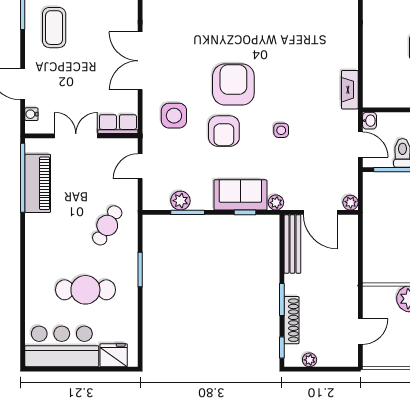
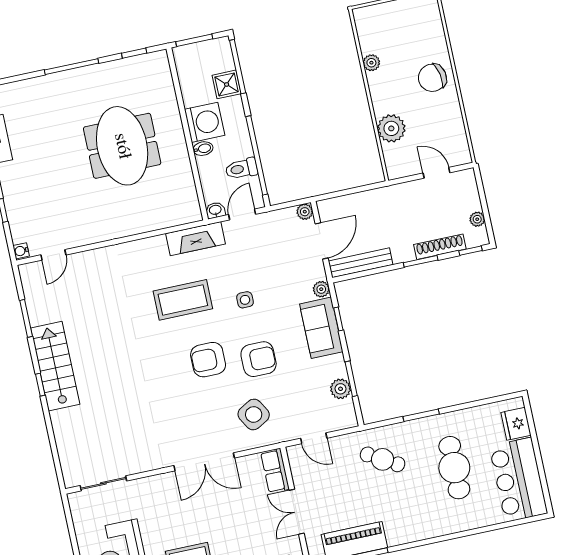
coffee table: (293, 73) -> (183, 300), added
armchair: (233, 85) -> (208, 360), width x0.73, depth x0.73
fireplace: (350, 90) -> (196, 239), width x1.37, depth x1.32
side table: (174, 116) -> (254, 414), turned -30

